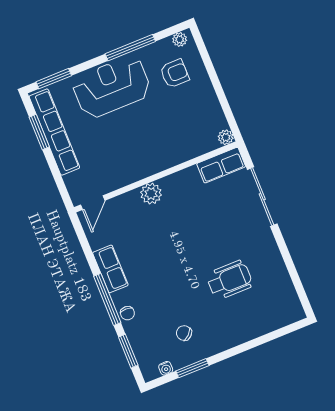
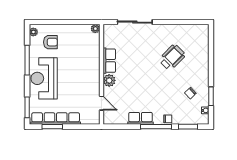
armchair: (175, 73) -> (50, 42), turned 90
row of seats: (221, 165) -> (109, 61), moved
door: (93, 203) -> (101, 103), moved
wheelchair: (230, 280) -> (172, 57), turned 45

